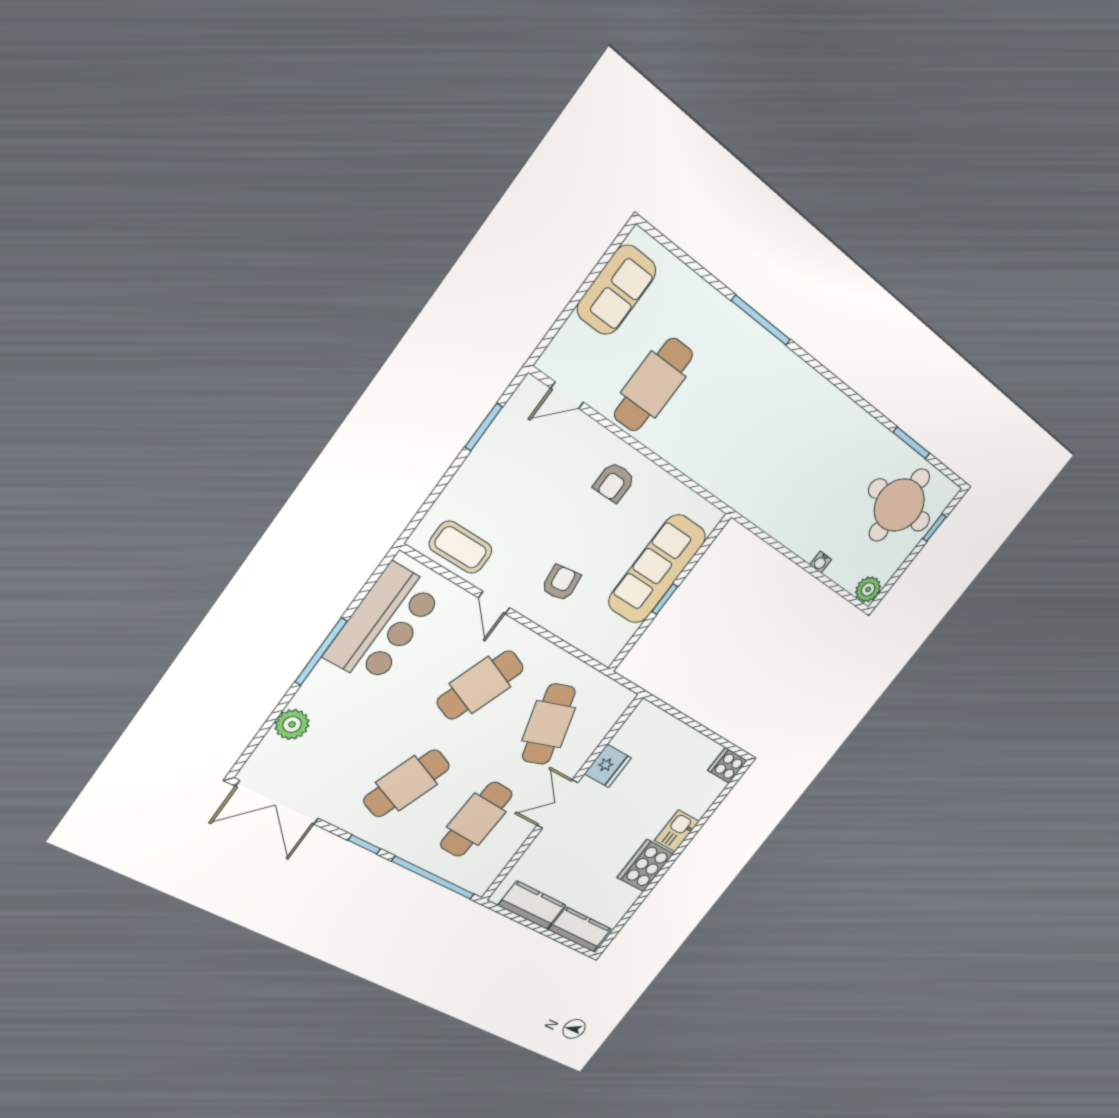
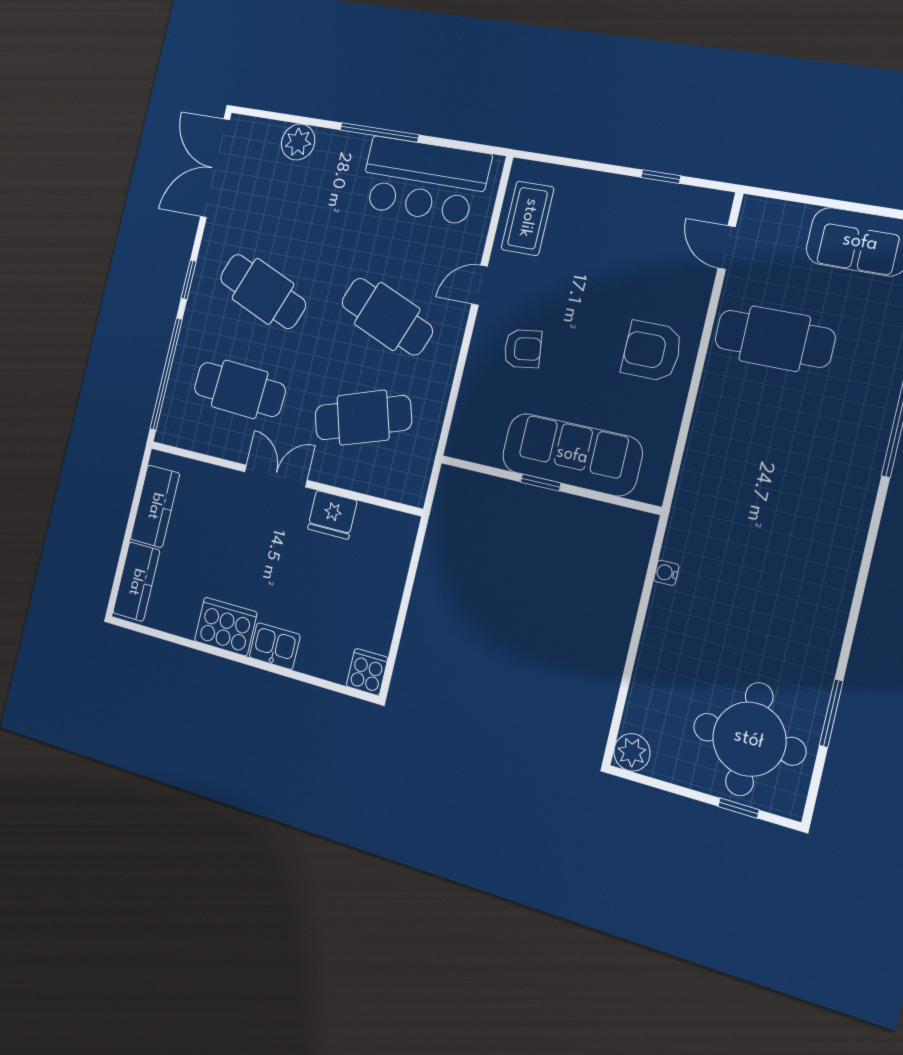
window: (484, 427) -> (661, 177), width x0.67
armchair: (614, 482) -> (652, 351), width x1.38, depth x1.38
water cooler: (821, 562) -> (666, 573), moved

